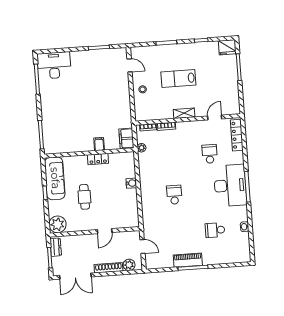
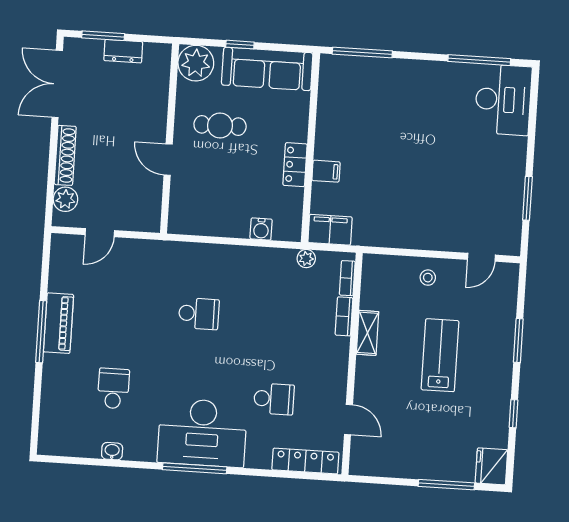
shelving: (184, 113) -> (367, 333), moved
water cooler: (131, 183) -> (261, 229), moved
plant: (57, 224) -> (196, 63), moved
door: (105, 231) -> (168, 160), moved
wall: (95, 232) -> (170, 139), moved

